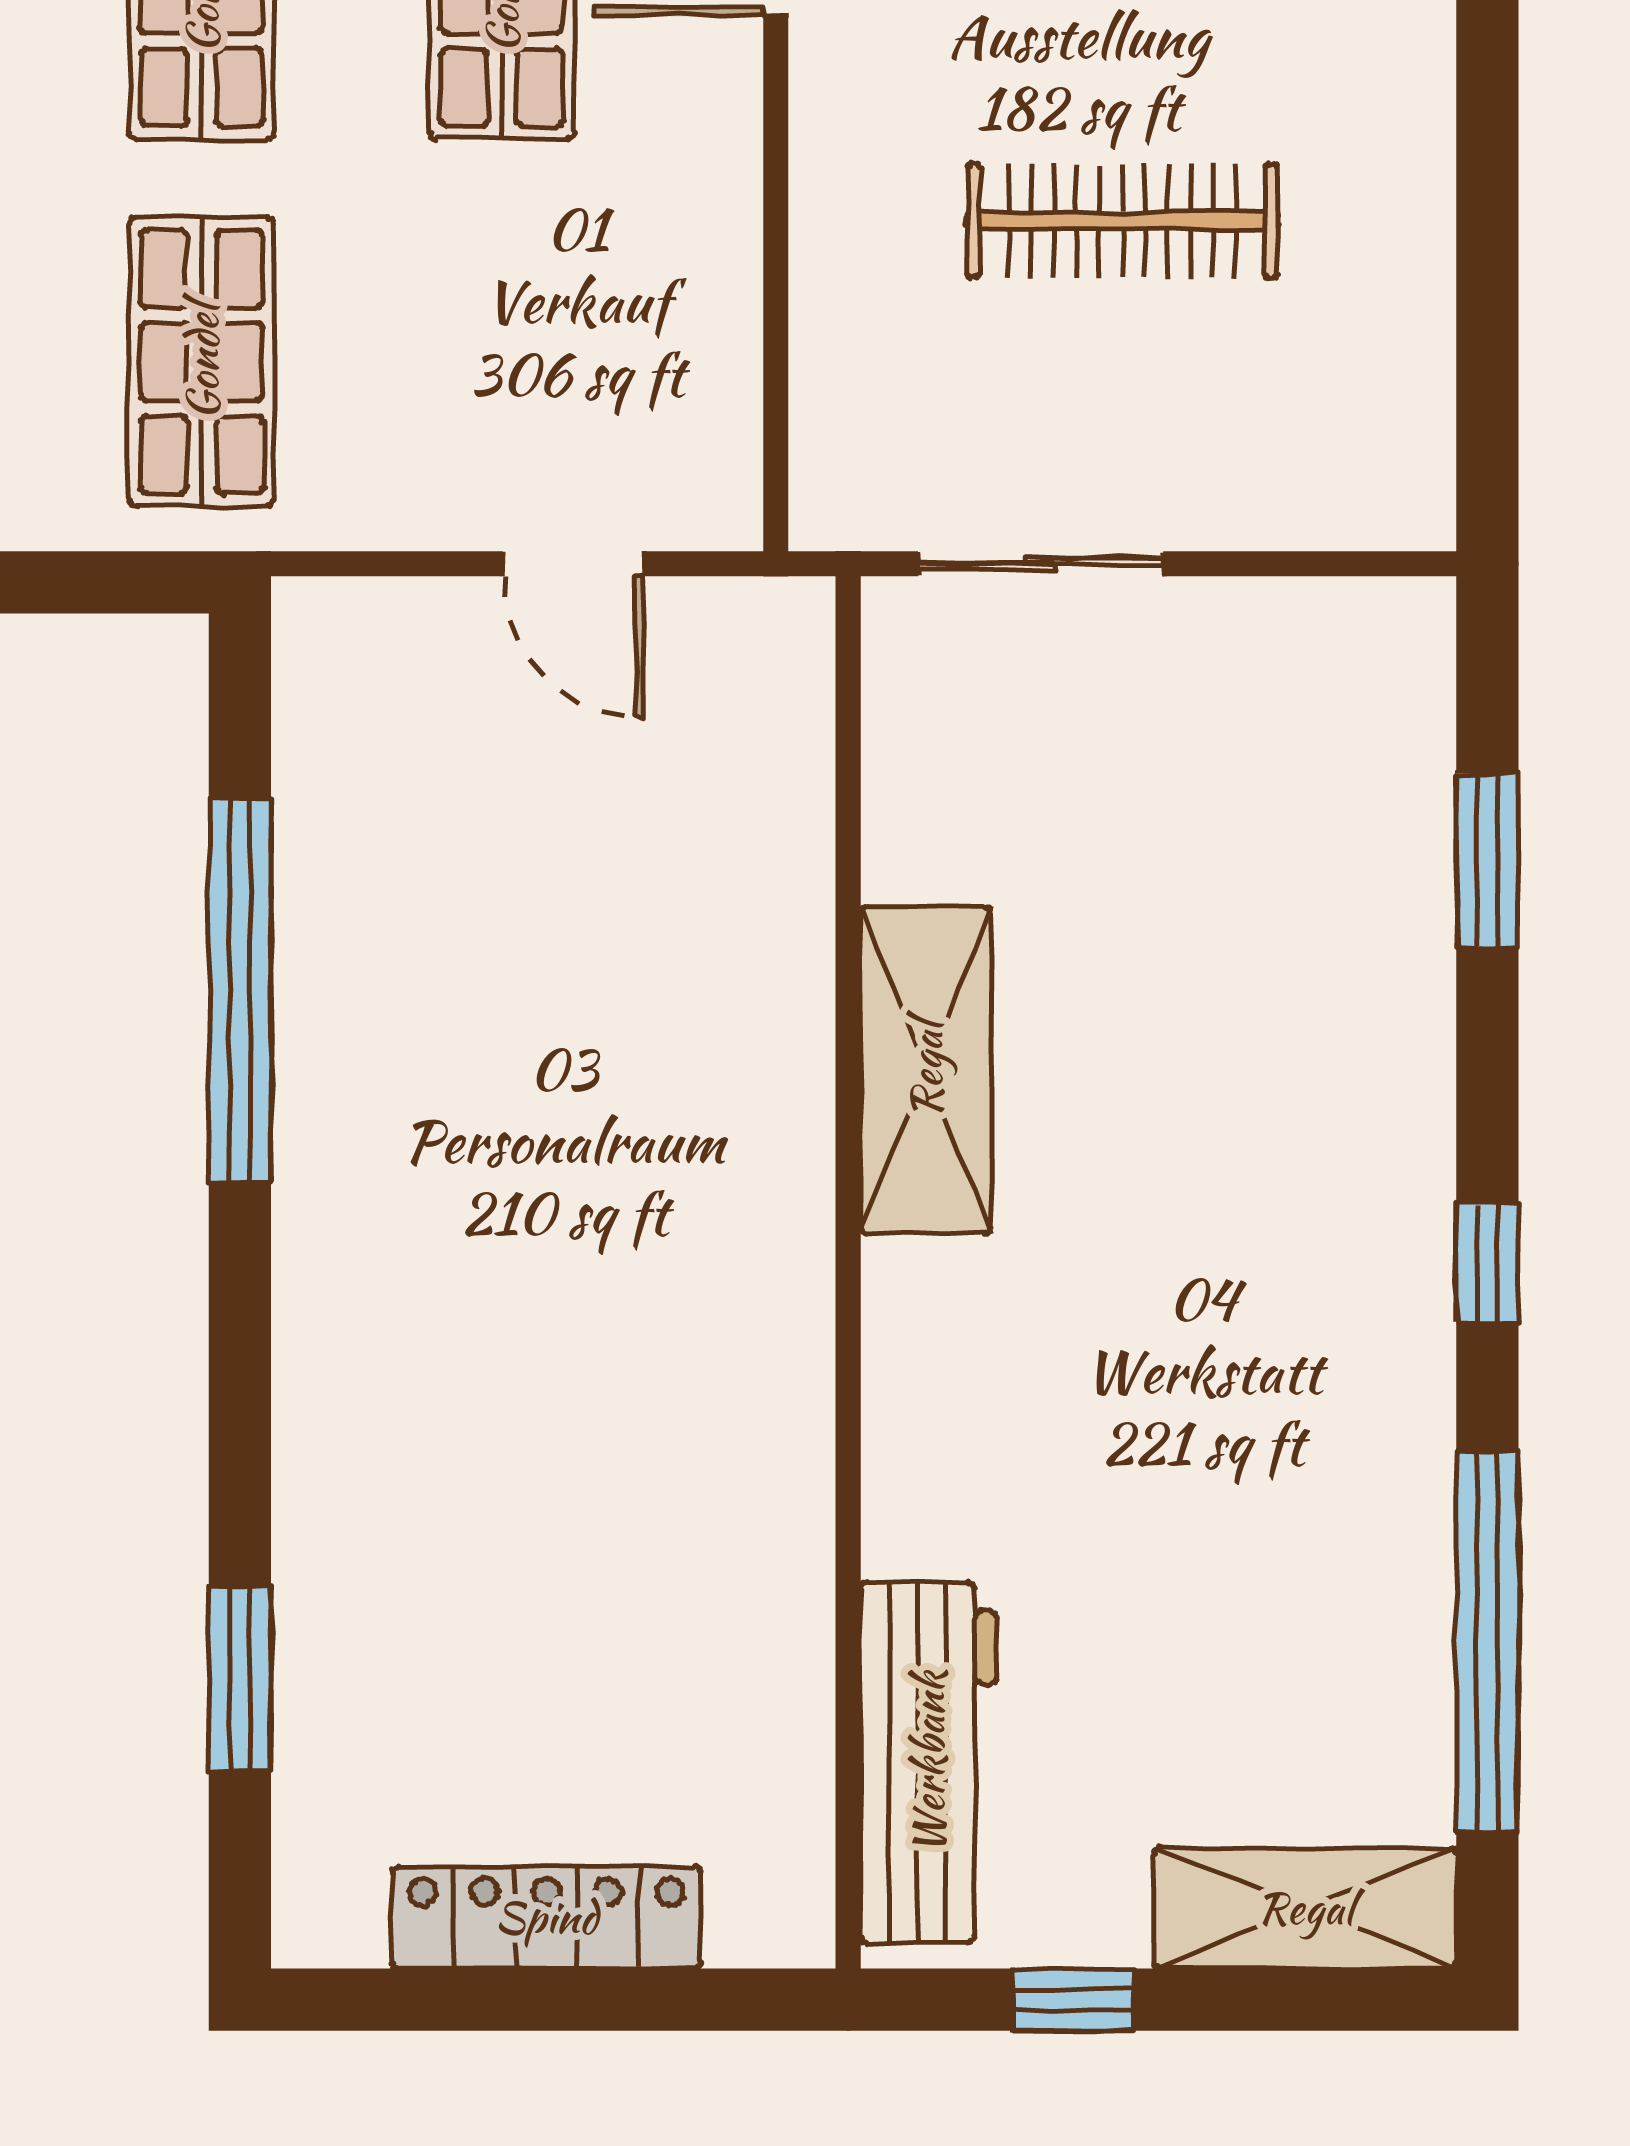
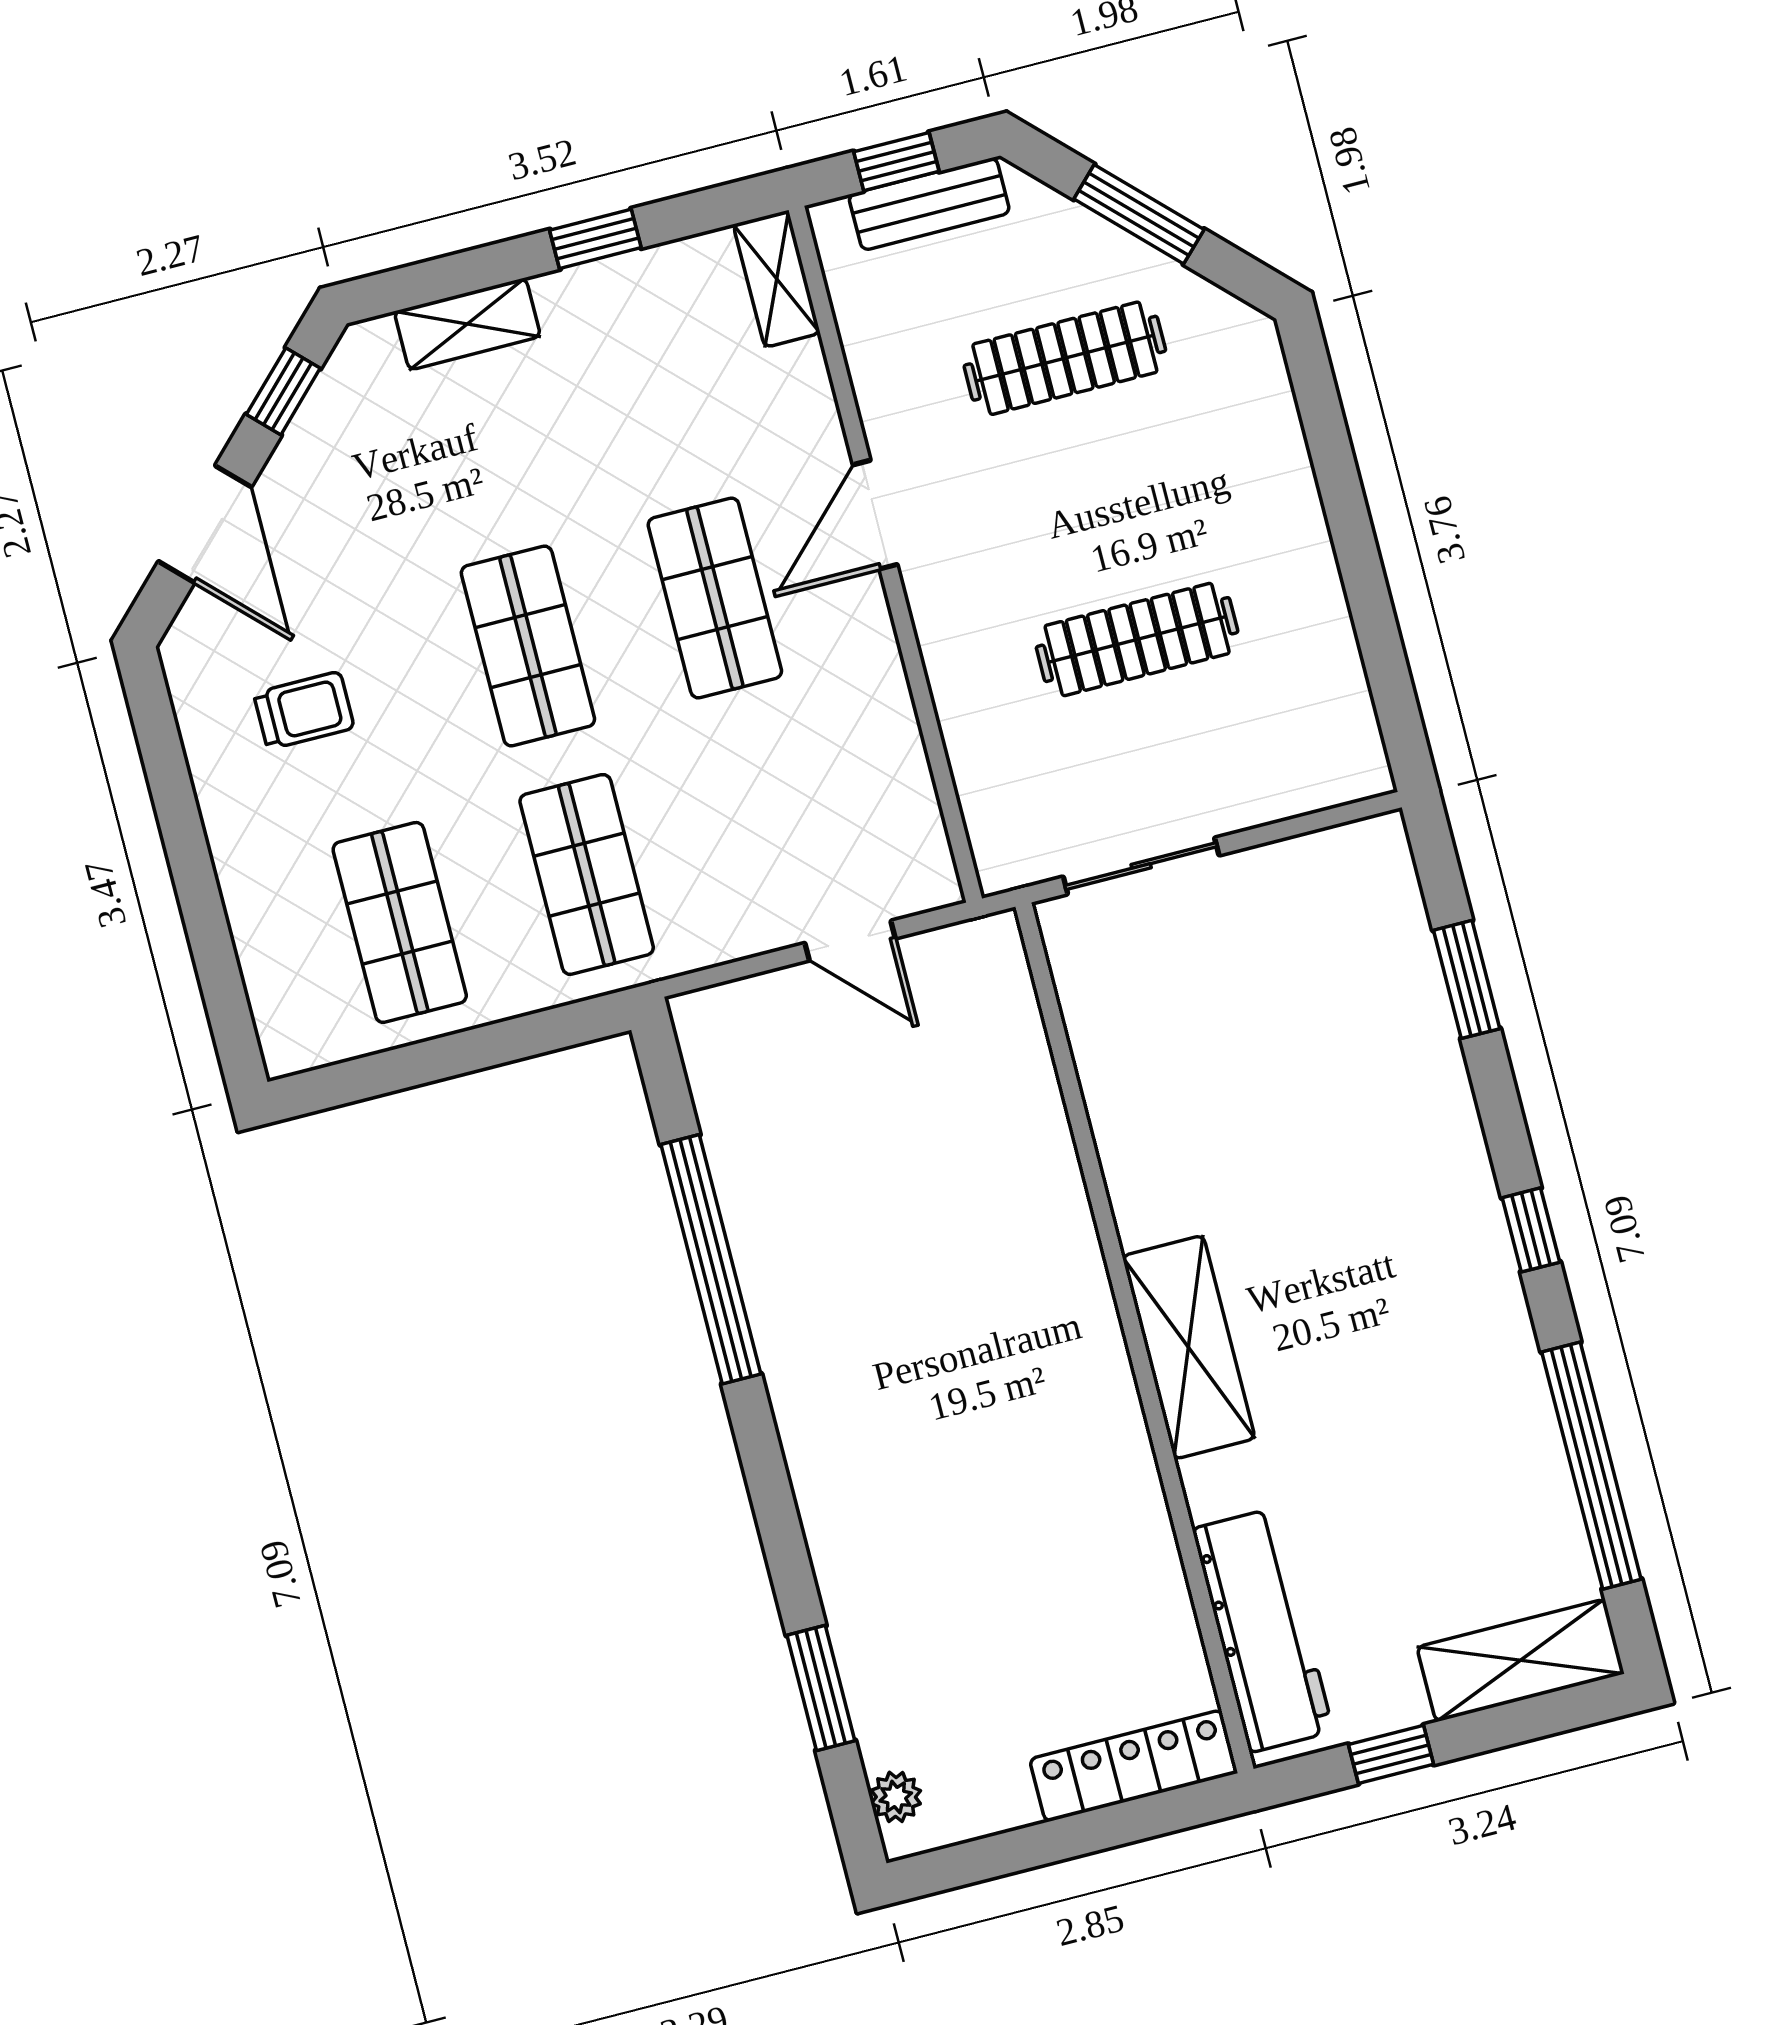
shelving: (926, 1070) -> (1189, 1347), moved
plant: (311, 1872) -> (896, 1797), added
locker: (546, 1917) -> (1134, 1766), moved

